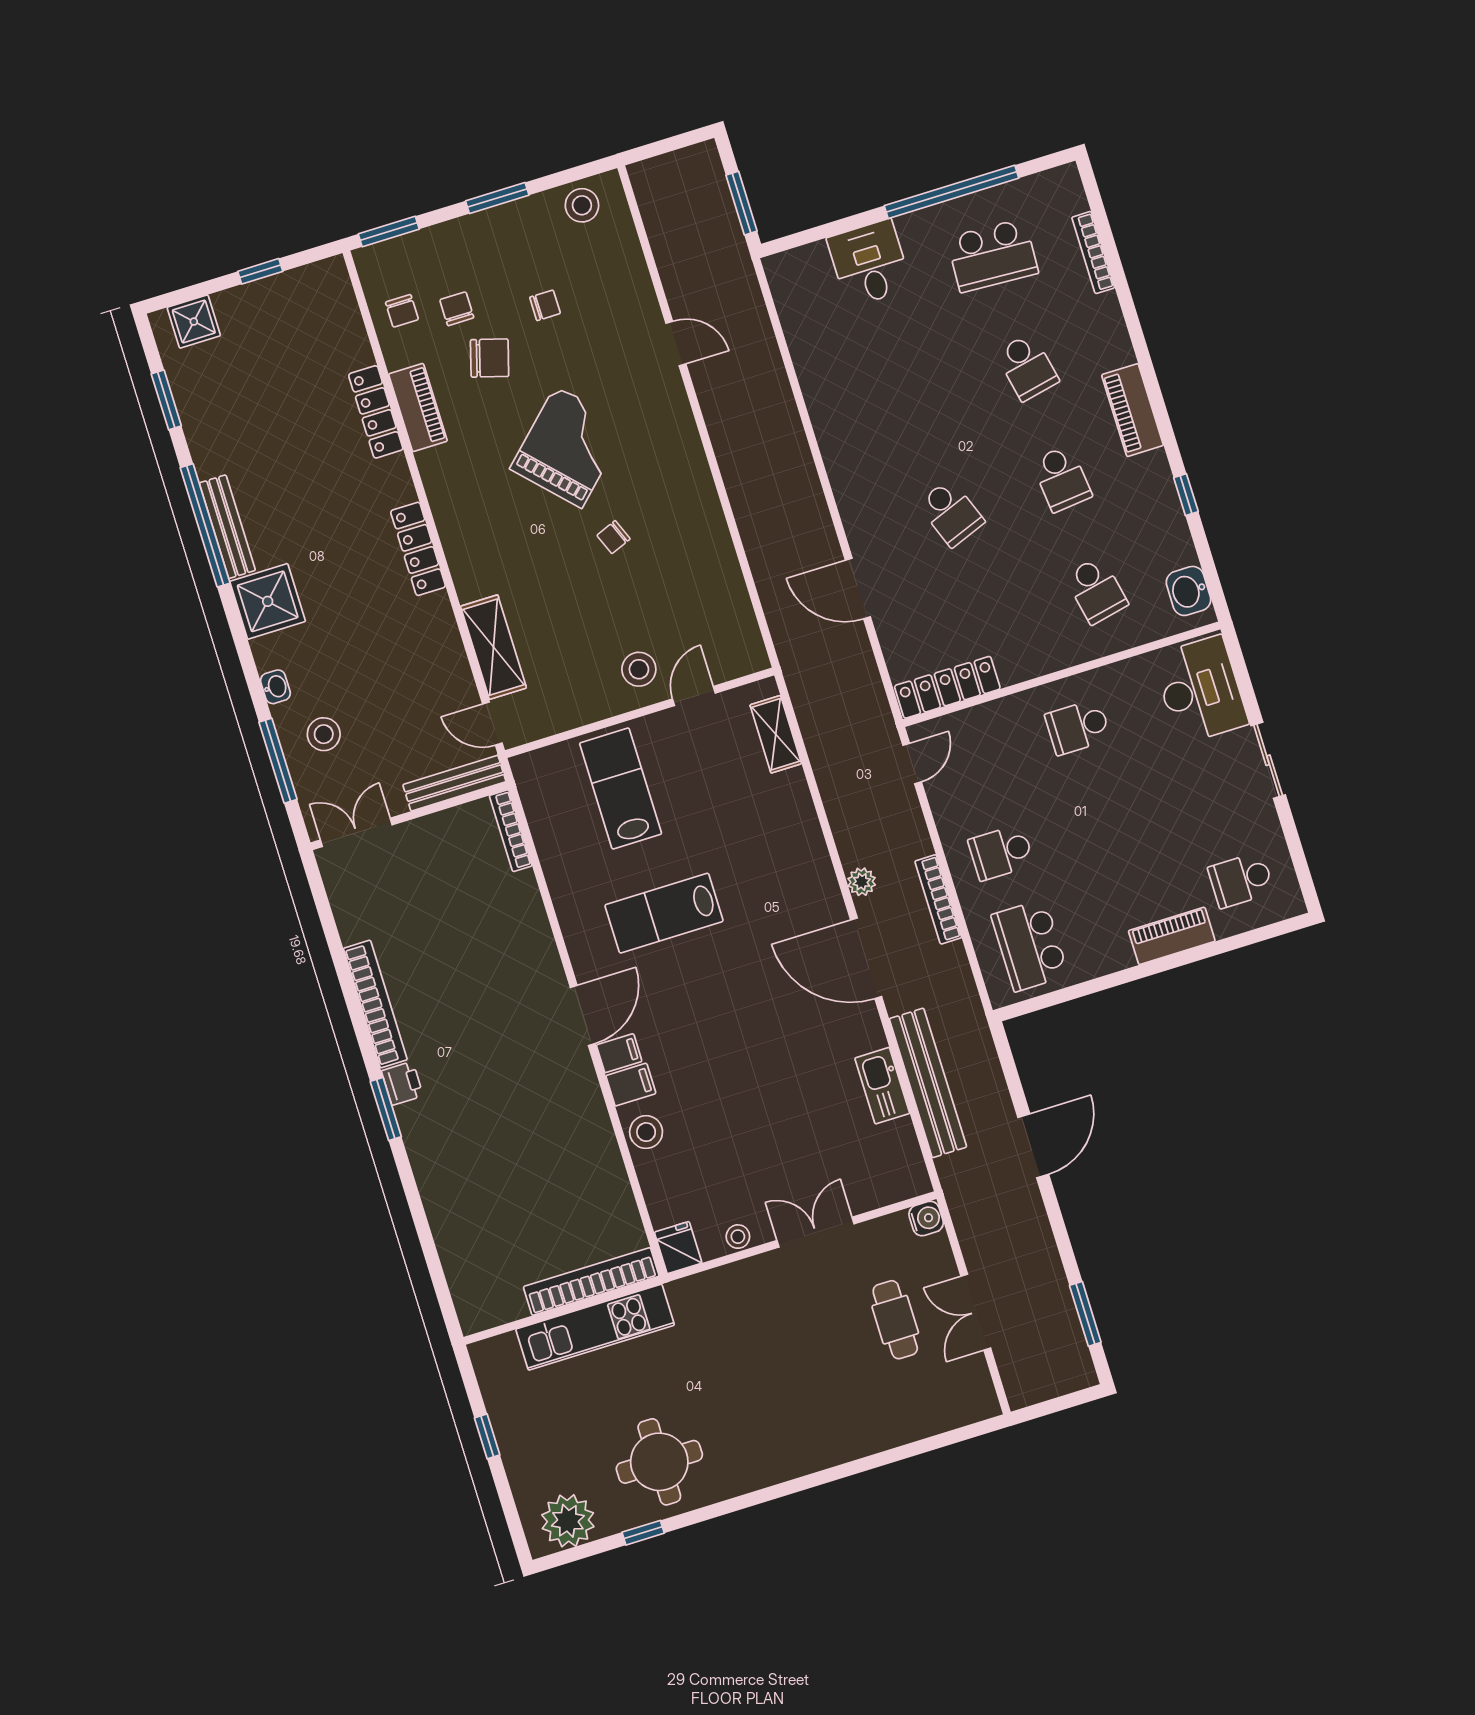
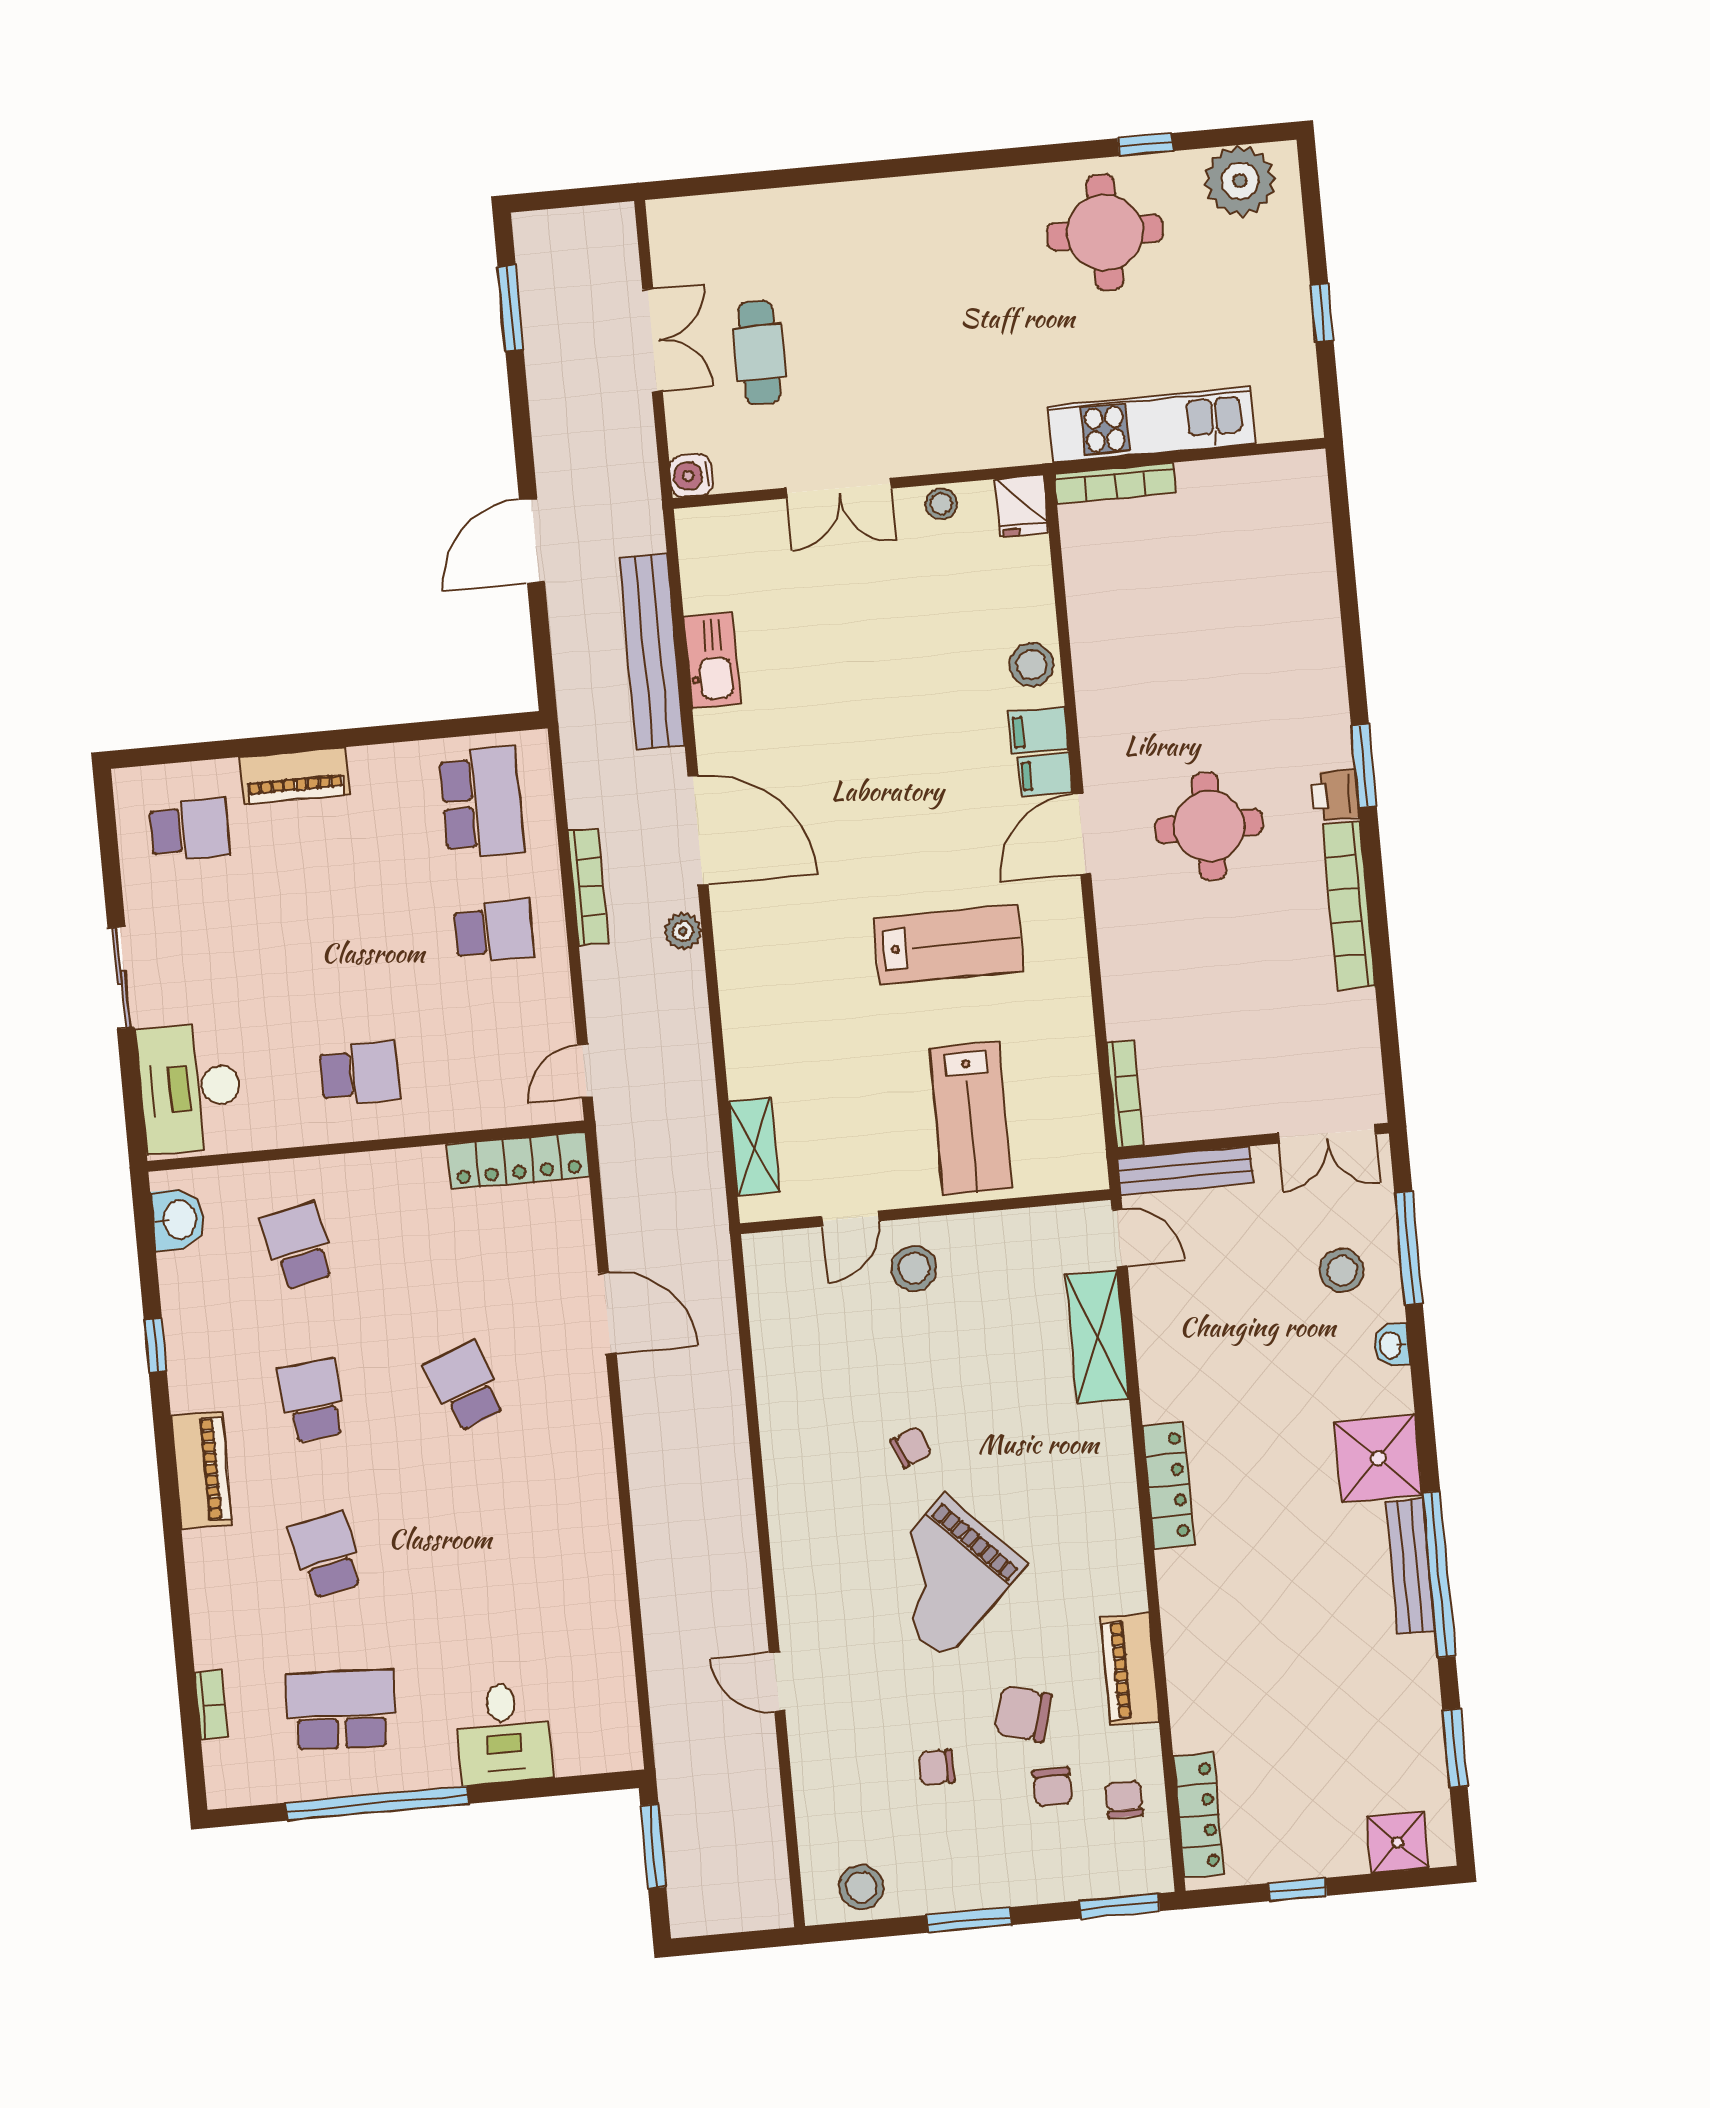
bookcase: (1093, 253) -> (211, 1705), width x0.64
locker: (376, 412) -> (1199, 1815), moved
round table: (490, 1041) -> (1209, 826), added
bookcase: (591, 1281) -> (1115, 483), width x0.68, depth x0.76

